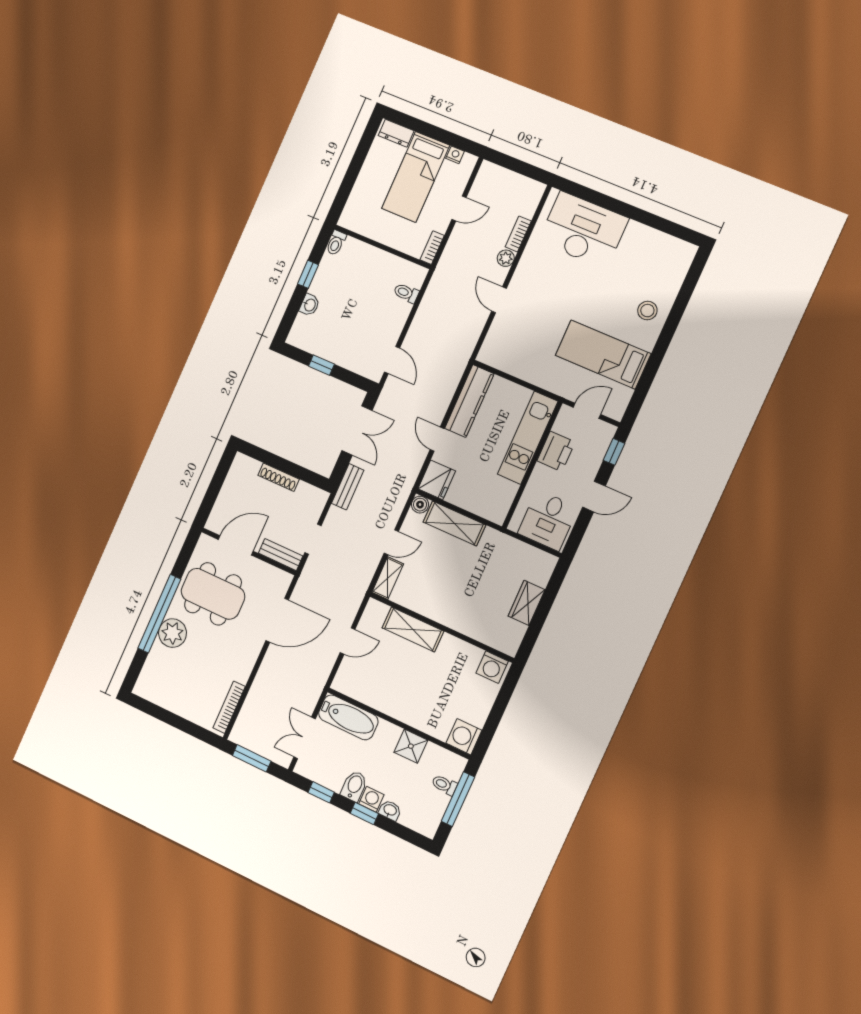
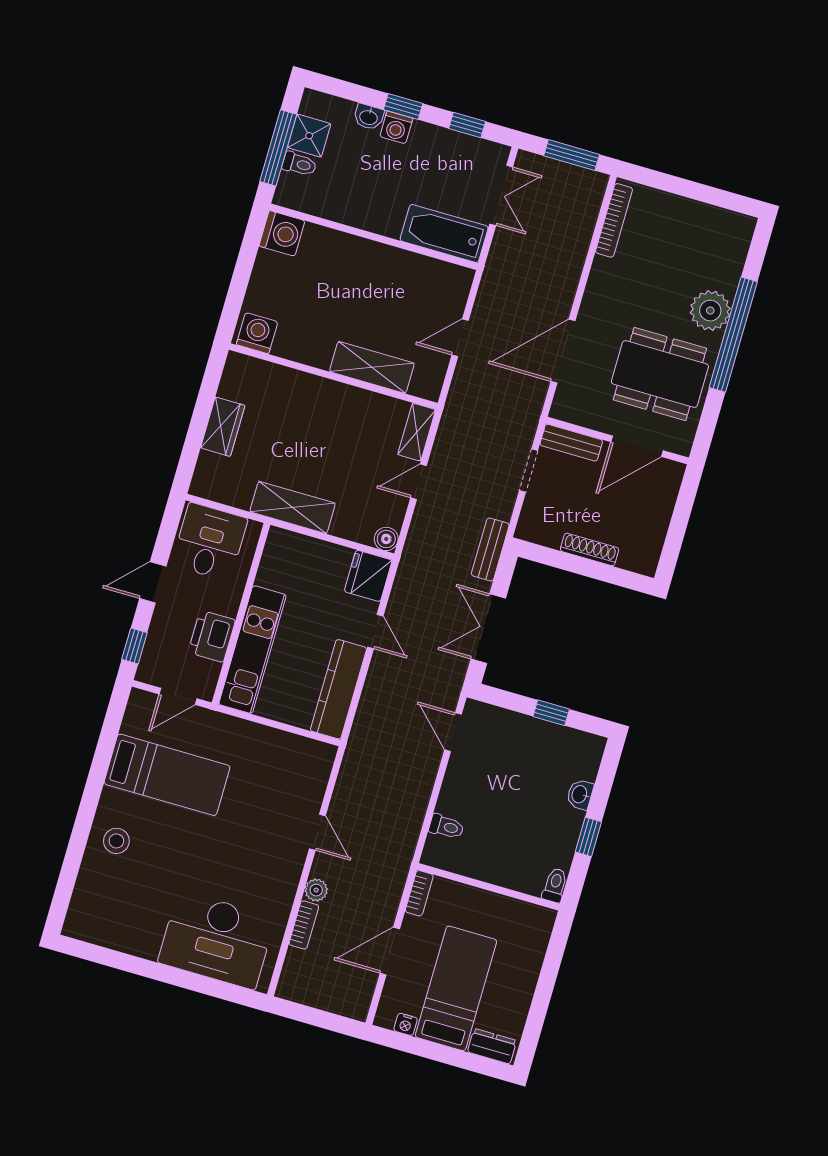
door: (459, 208) -> (390, 951), width x1.38
shelving: (454, 523) -> (293, 507), moved
shower: (411, 746) -> (309, 136), moved
bidet: (354, 786) -> (423, 141), removed

